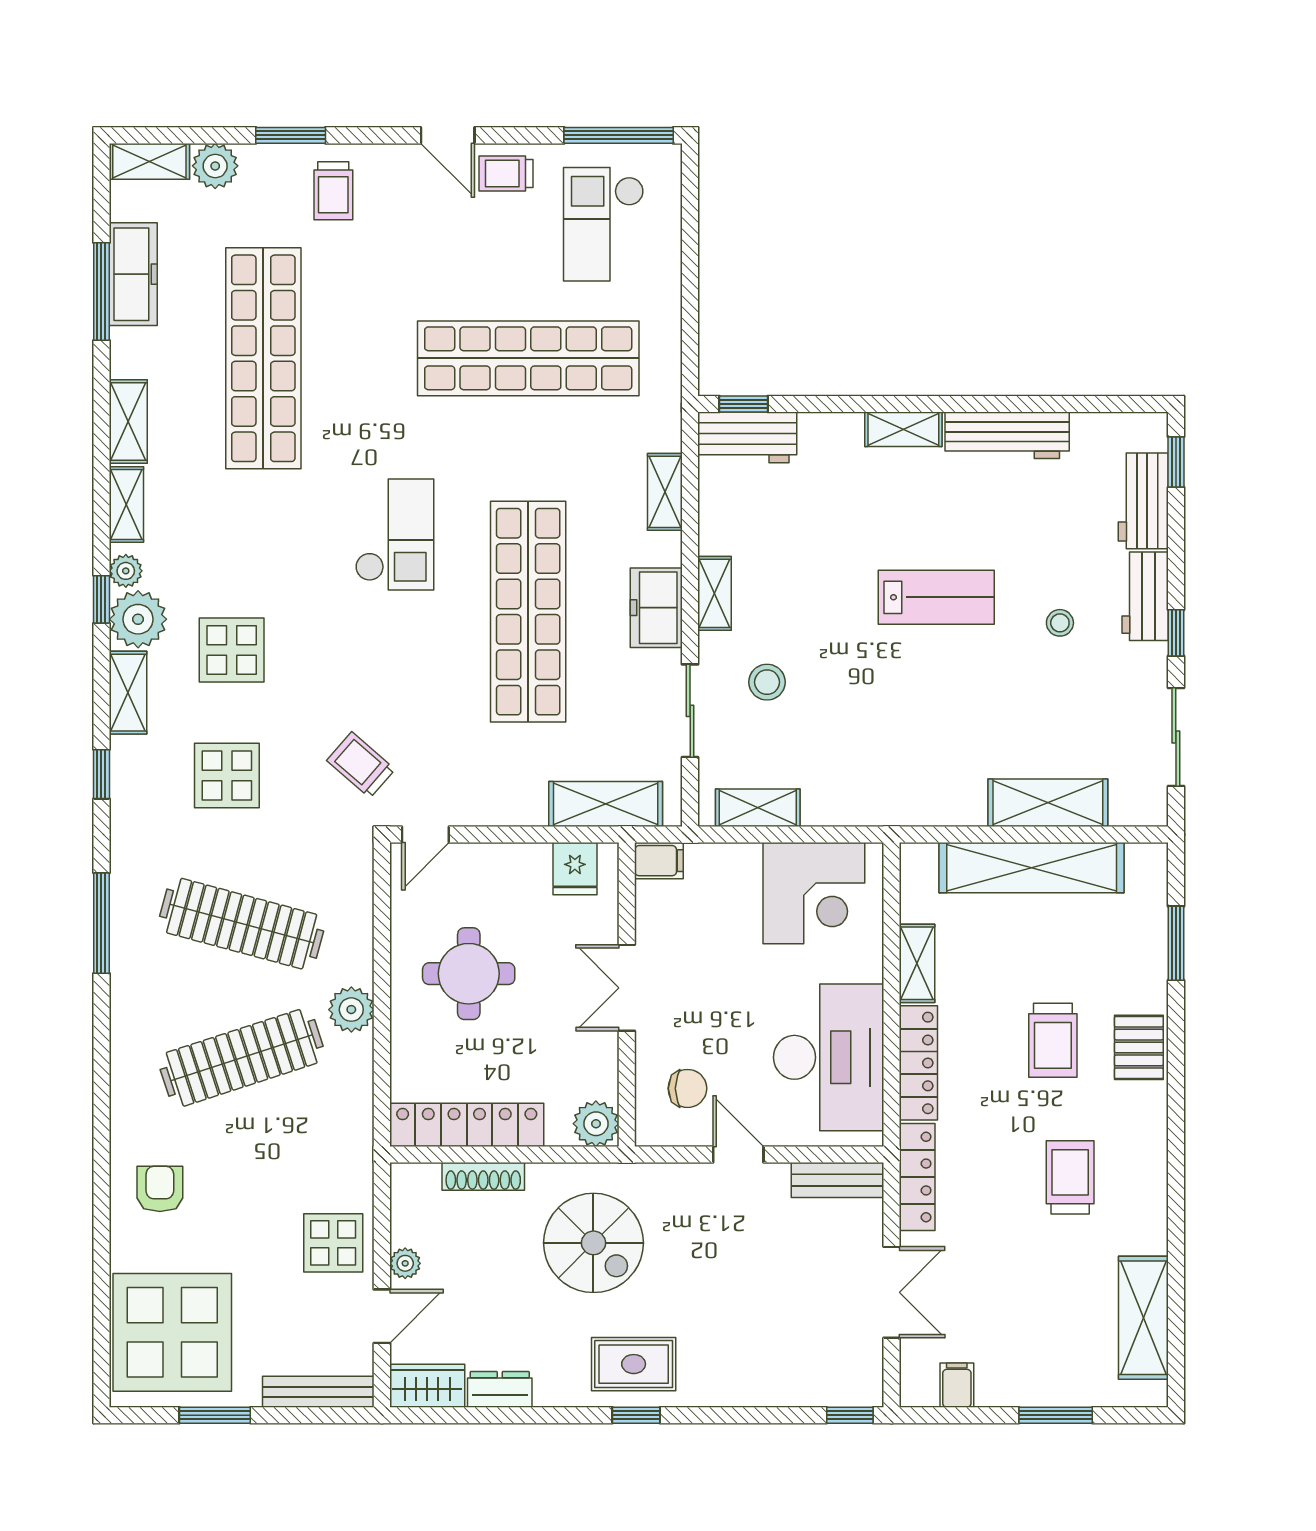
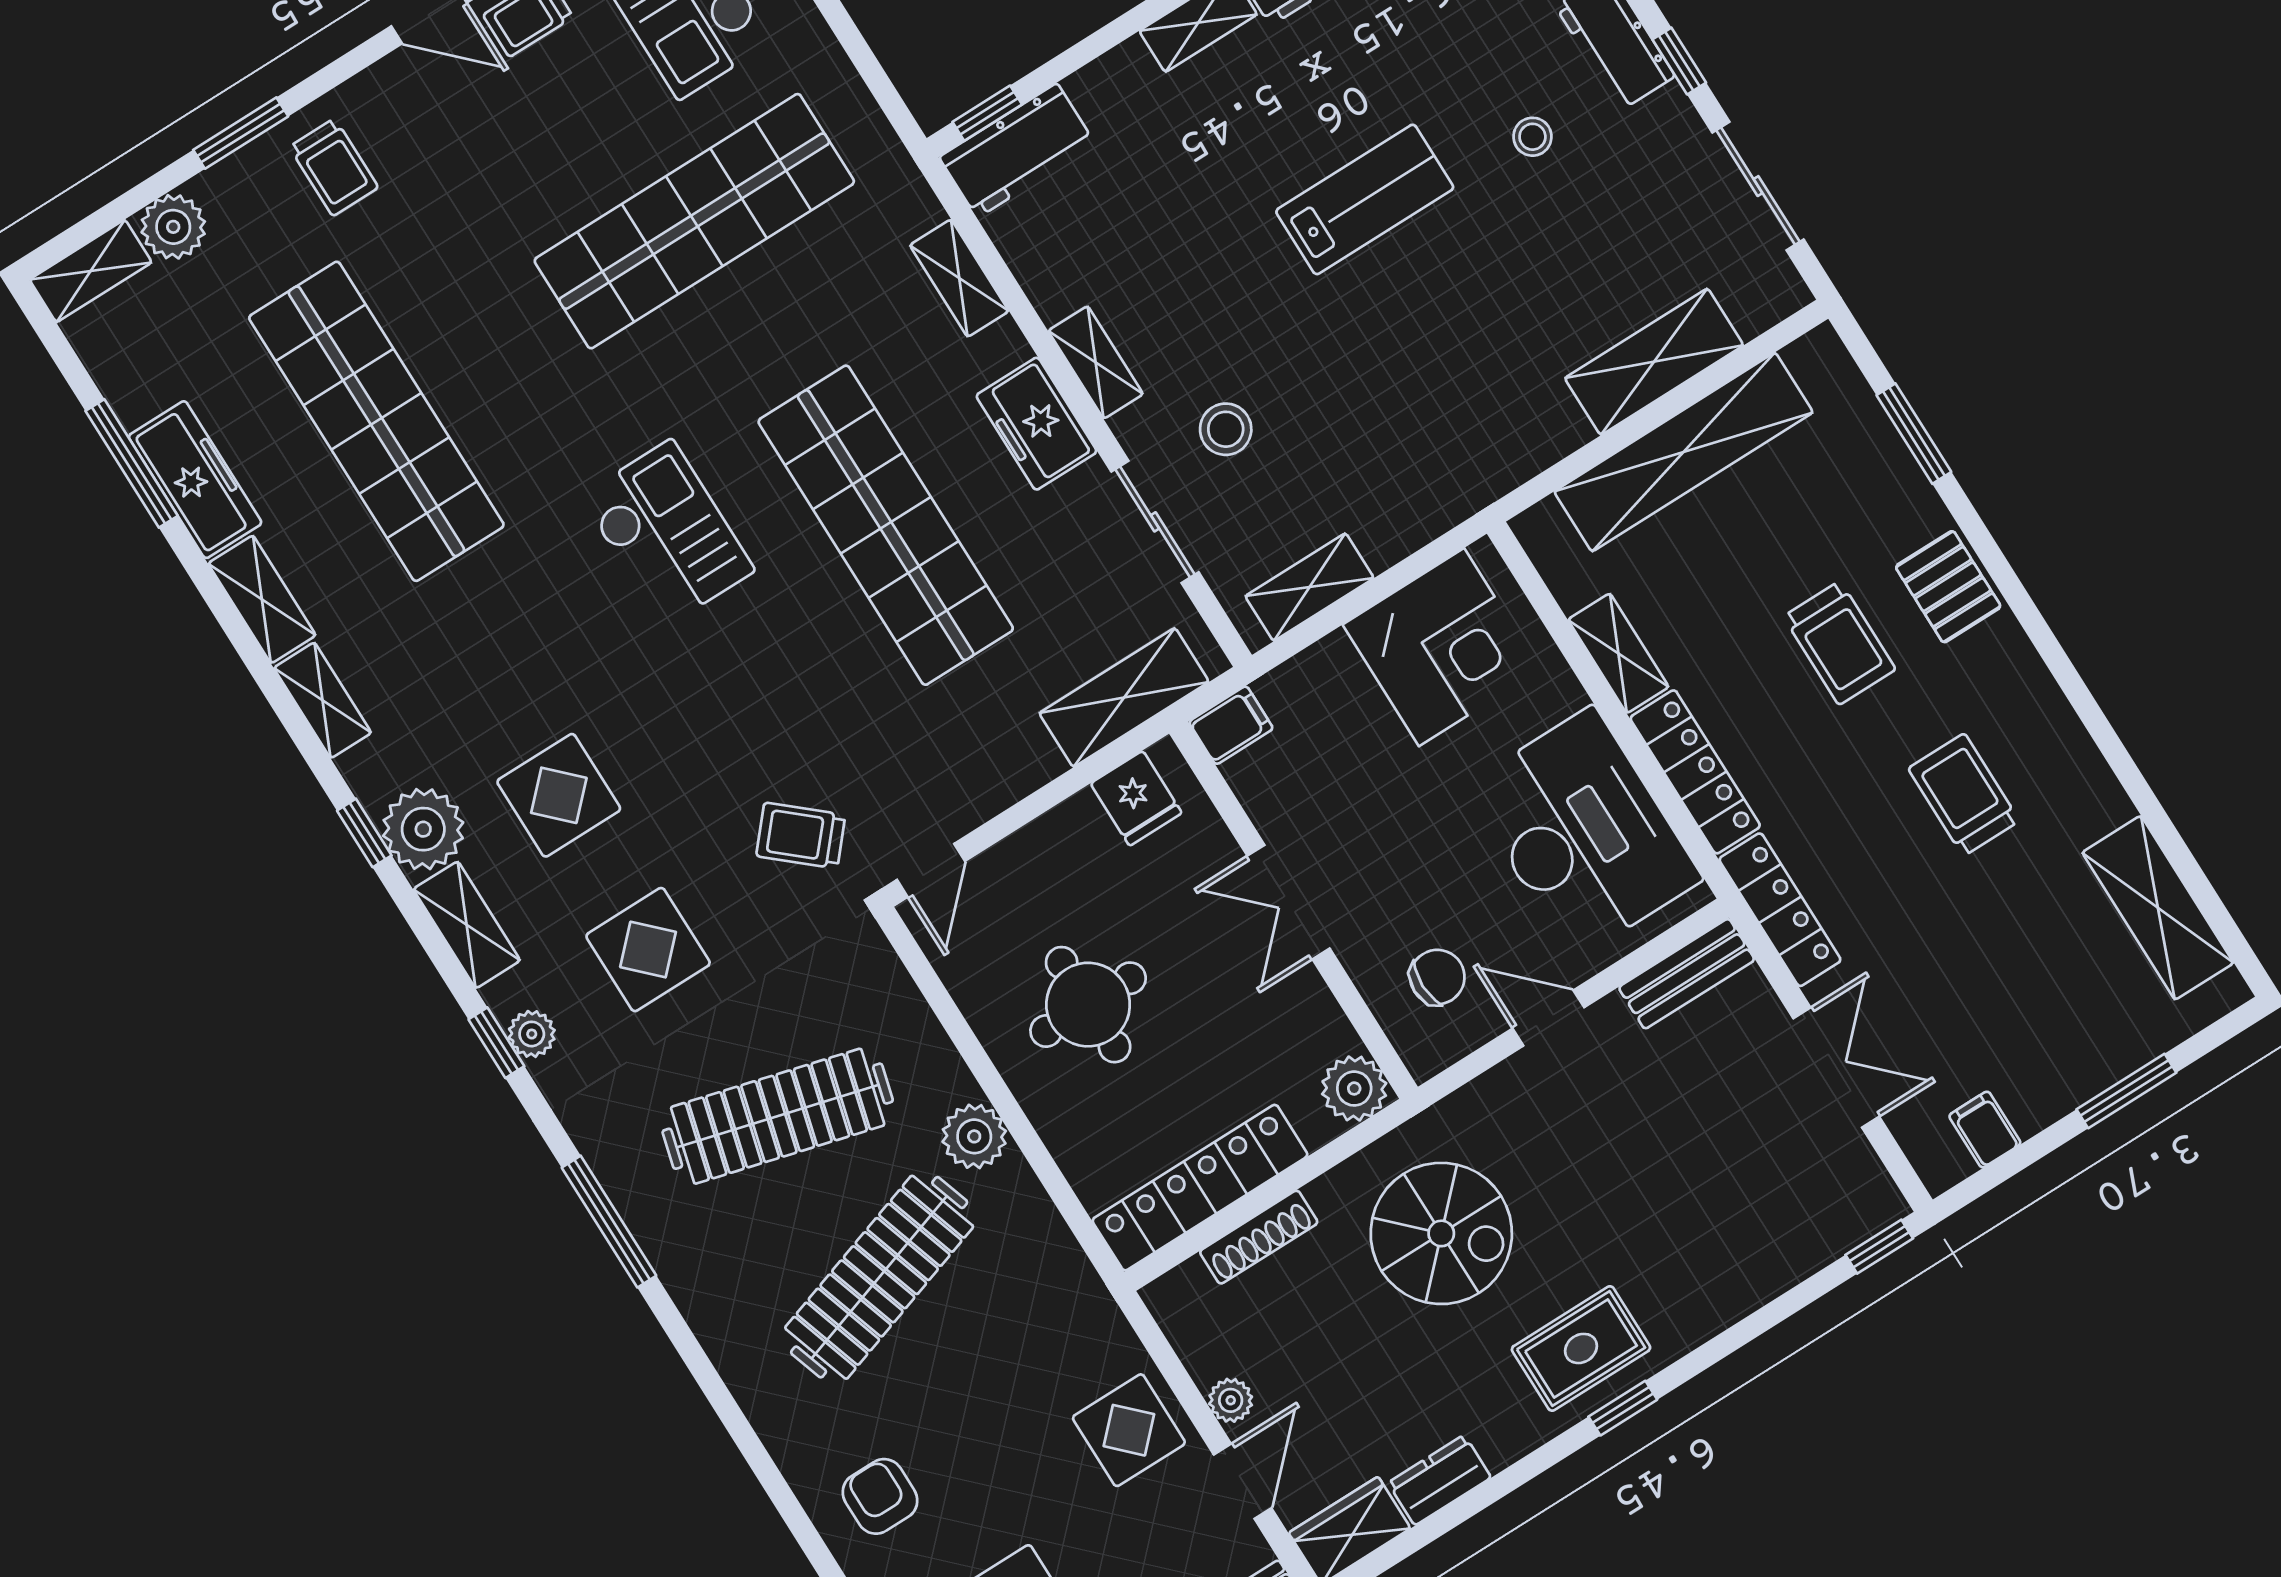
freezer: (133, 274) -> (195, 480), moved
plant: (126, 571) -> (532, 1034), moved

